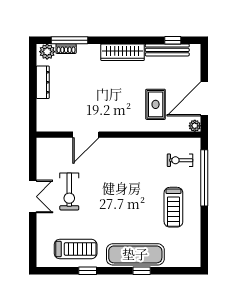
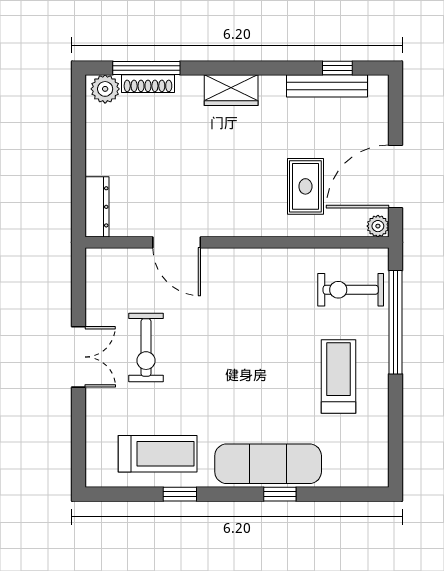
shoe rack: (66, 49) -> (148, 84), width x1.43
wardrobe: (123, 52) -> (231, 90), width x0.67
dresser: (43, 82) -> (97, 207), moved
door: (86, 135) -> (177, 242), hinge flipped
exercise bike: (180, 160) -> (351, 290), width x1.38, depth x1.39
treadmill: (173, 207) -> (339, 376), turned 180

